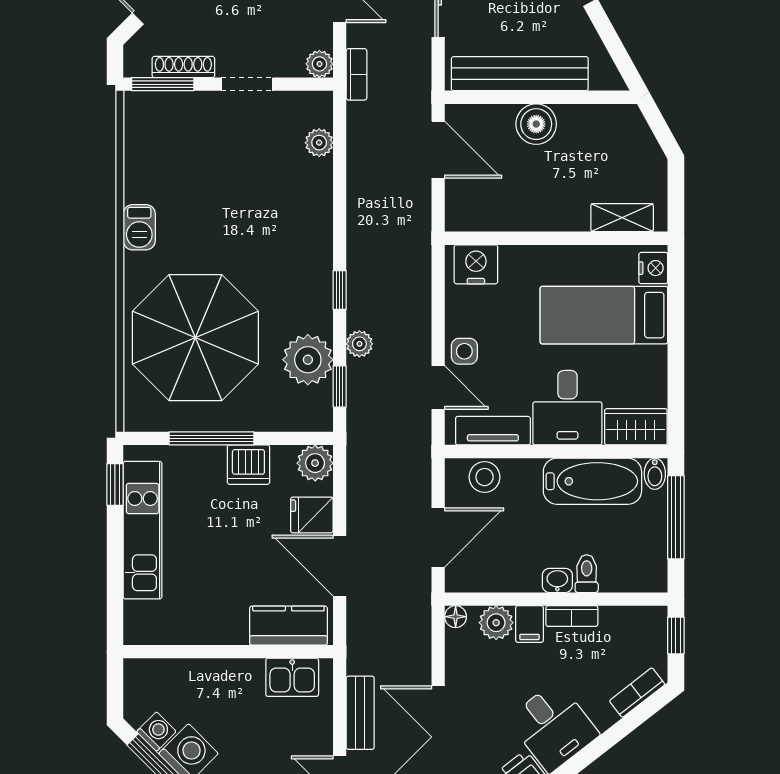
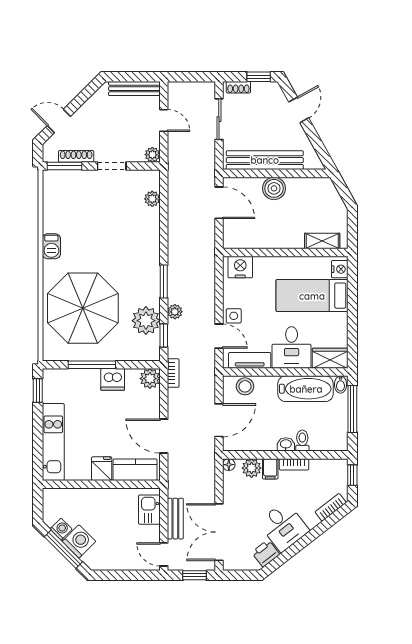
bookcase: (356, 74) -> (173, 373), moved
window: (340, 290) -> (164, 281), width x1.50
fridge: (312, 515) -> (102, 469), moved, turned 90
kitchen unit: (143, 530) -> (53, 442), moved
kitchen sink: (292, 677) -> (149, 510), moved, turned 90

